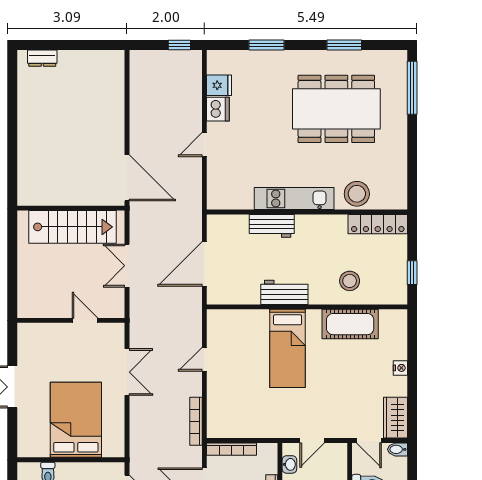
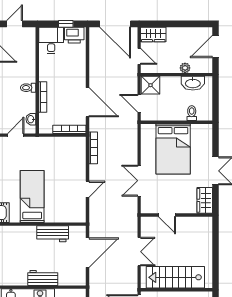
workbench: (284, 292) -> (53, 234), moved
wardrobe: (28, 342) -> (205, 200), added

